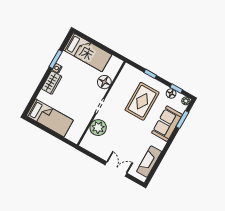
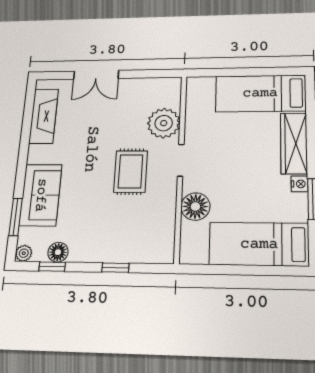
wardrobe: (52, 83) -> (294, 143), width x1.50
rug: (142, 101) -> (131, 171), moved, width x0.73, depth x0.70

